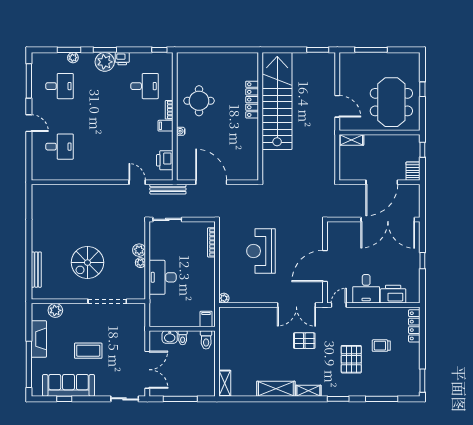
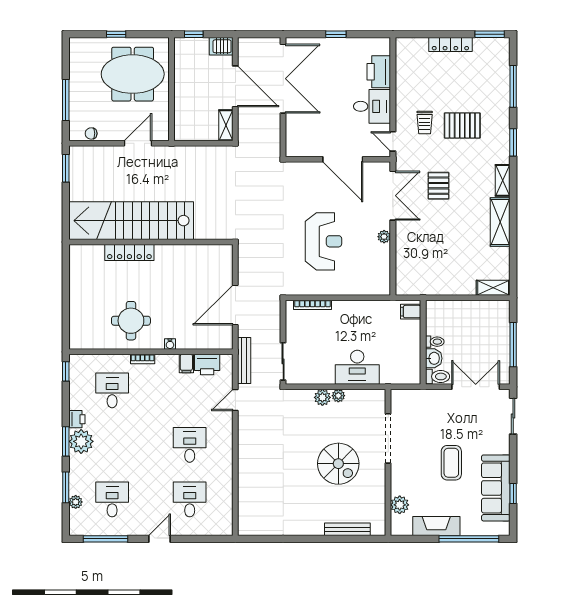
plant: (73, 58) -> (76, 502), moved
chair: (345, 70) -> (91, 133), added
filing cabinet: (166, 126) -> (186, 364), moved
shelving: (351, 140) -> (226, 125), moved
desk: (102, 147) -> (190, 445), added
reception desk: (261, 251) -> (324, 241), turned -90
plant: (224, 298) -> (384, 237), moved
locker: (414, 326) -> (450, 45), moved
toilet: (206, 340) -> (437, 376), moved
trolley: (381, 346) -> (425, 122), moved

